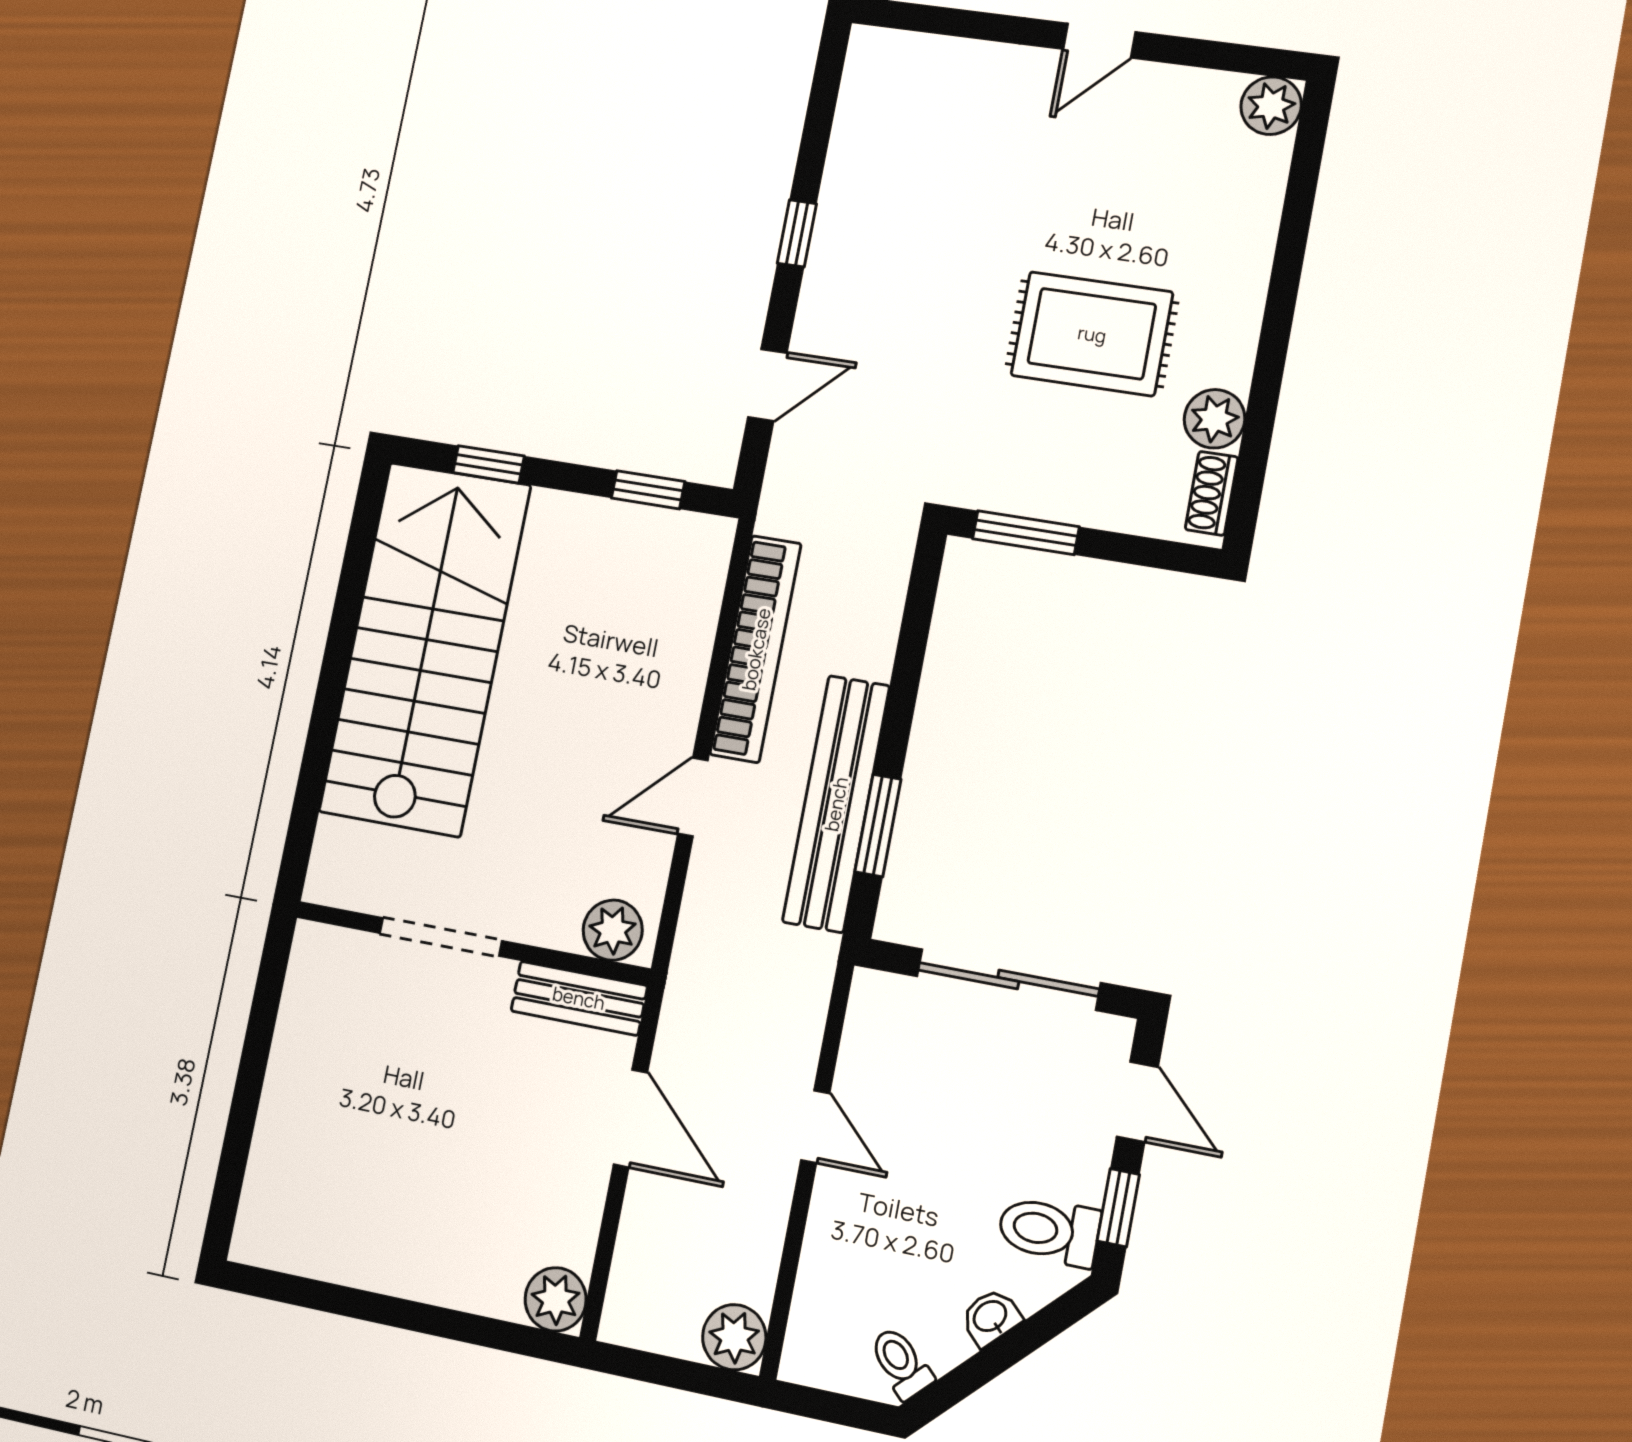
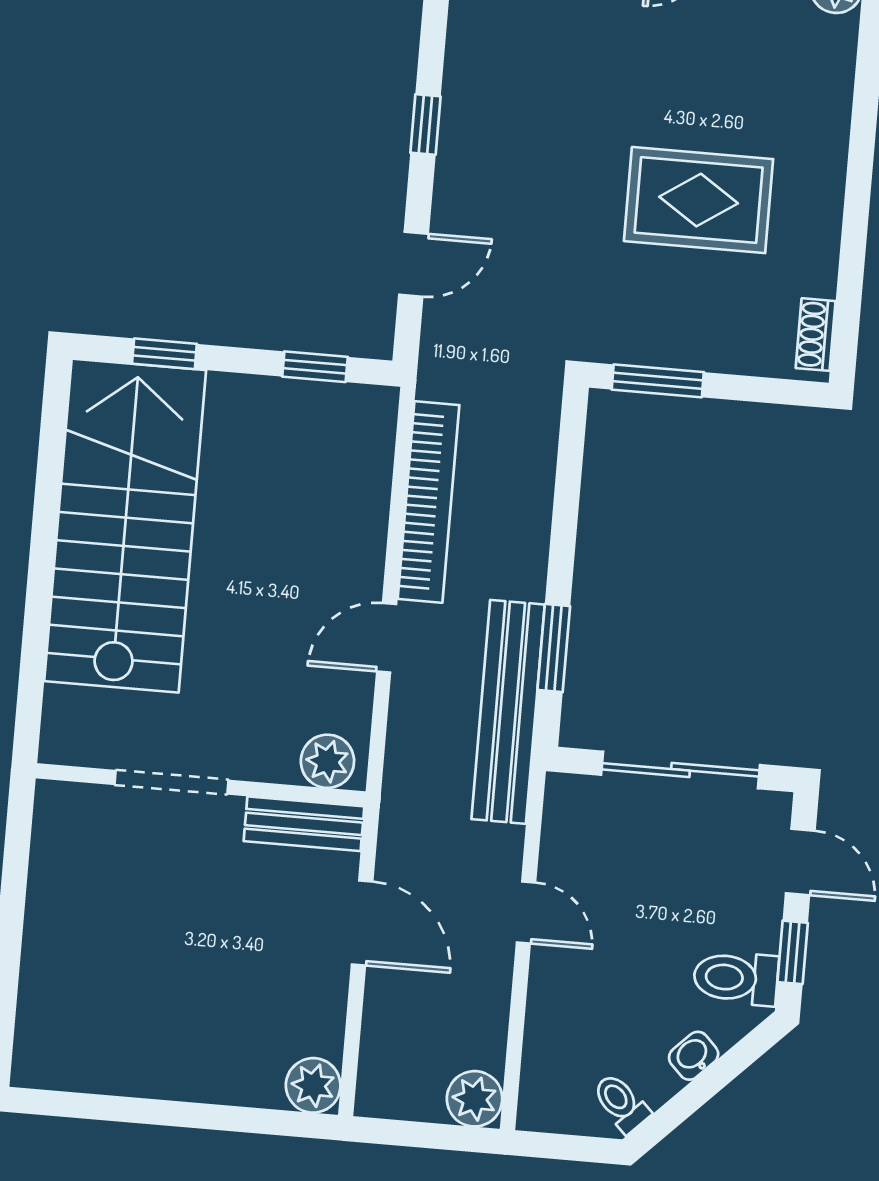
plant: (1215, 419) -> (812, 269), removed
bench: (836, 804) -> (508, 712), moved

